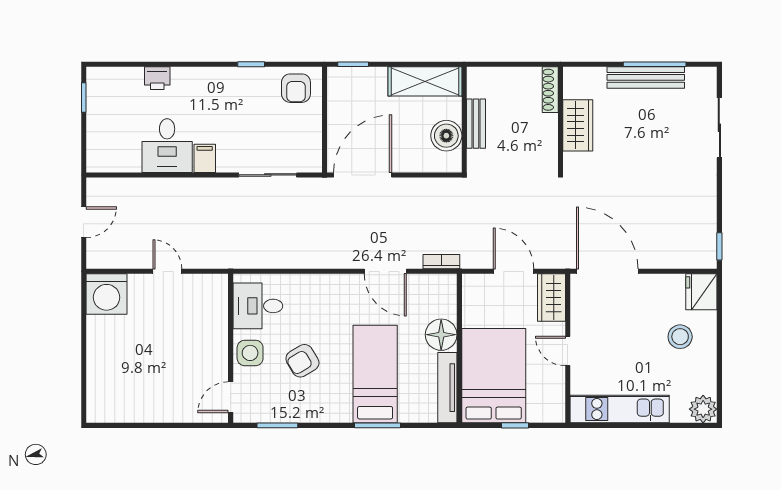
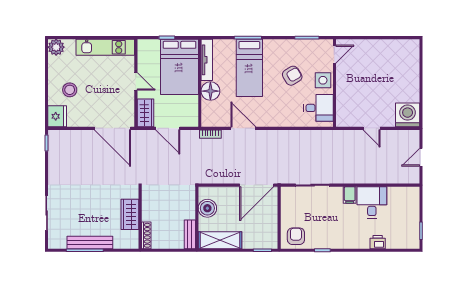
bench: (476, 124) -> (190, 234), moved

